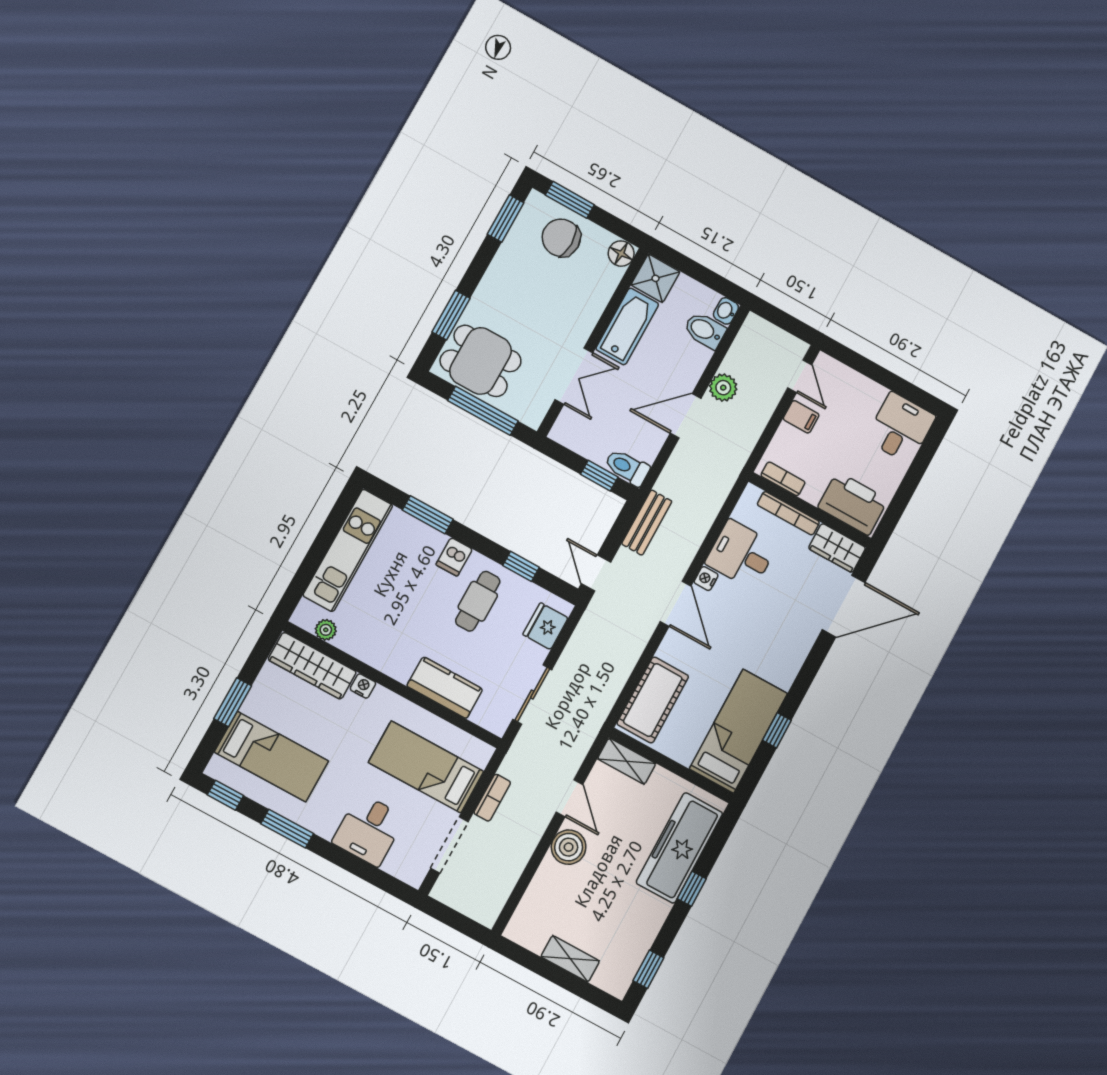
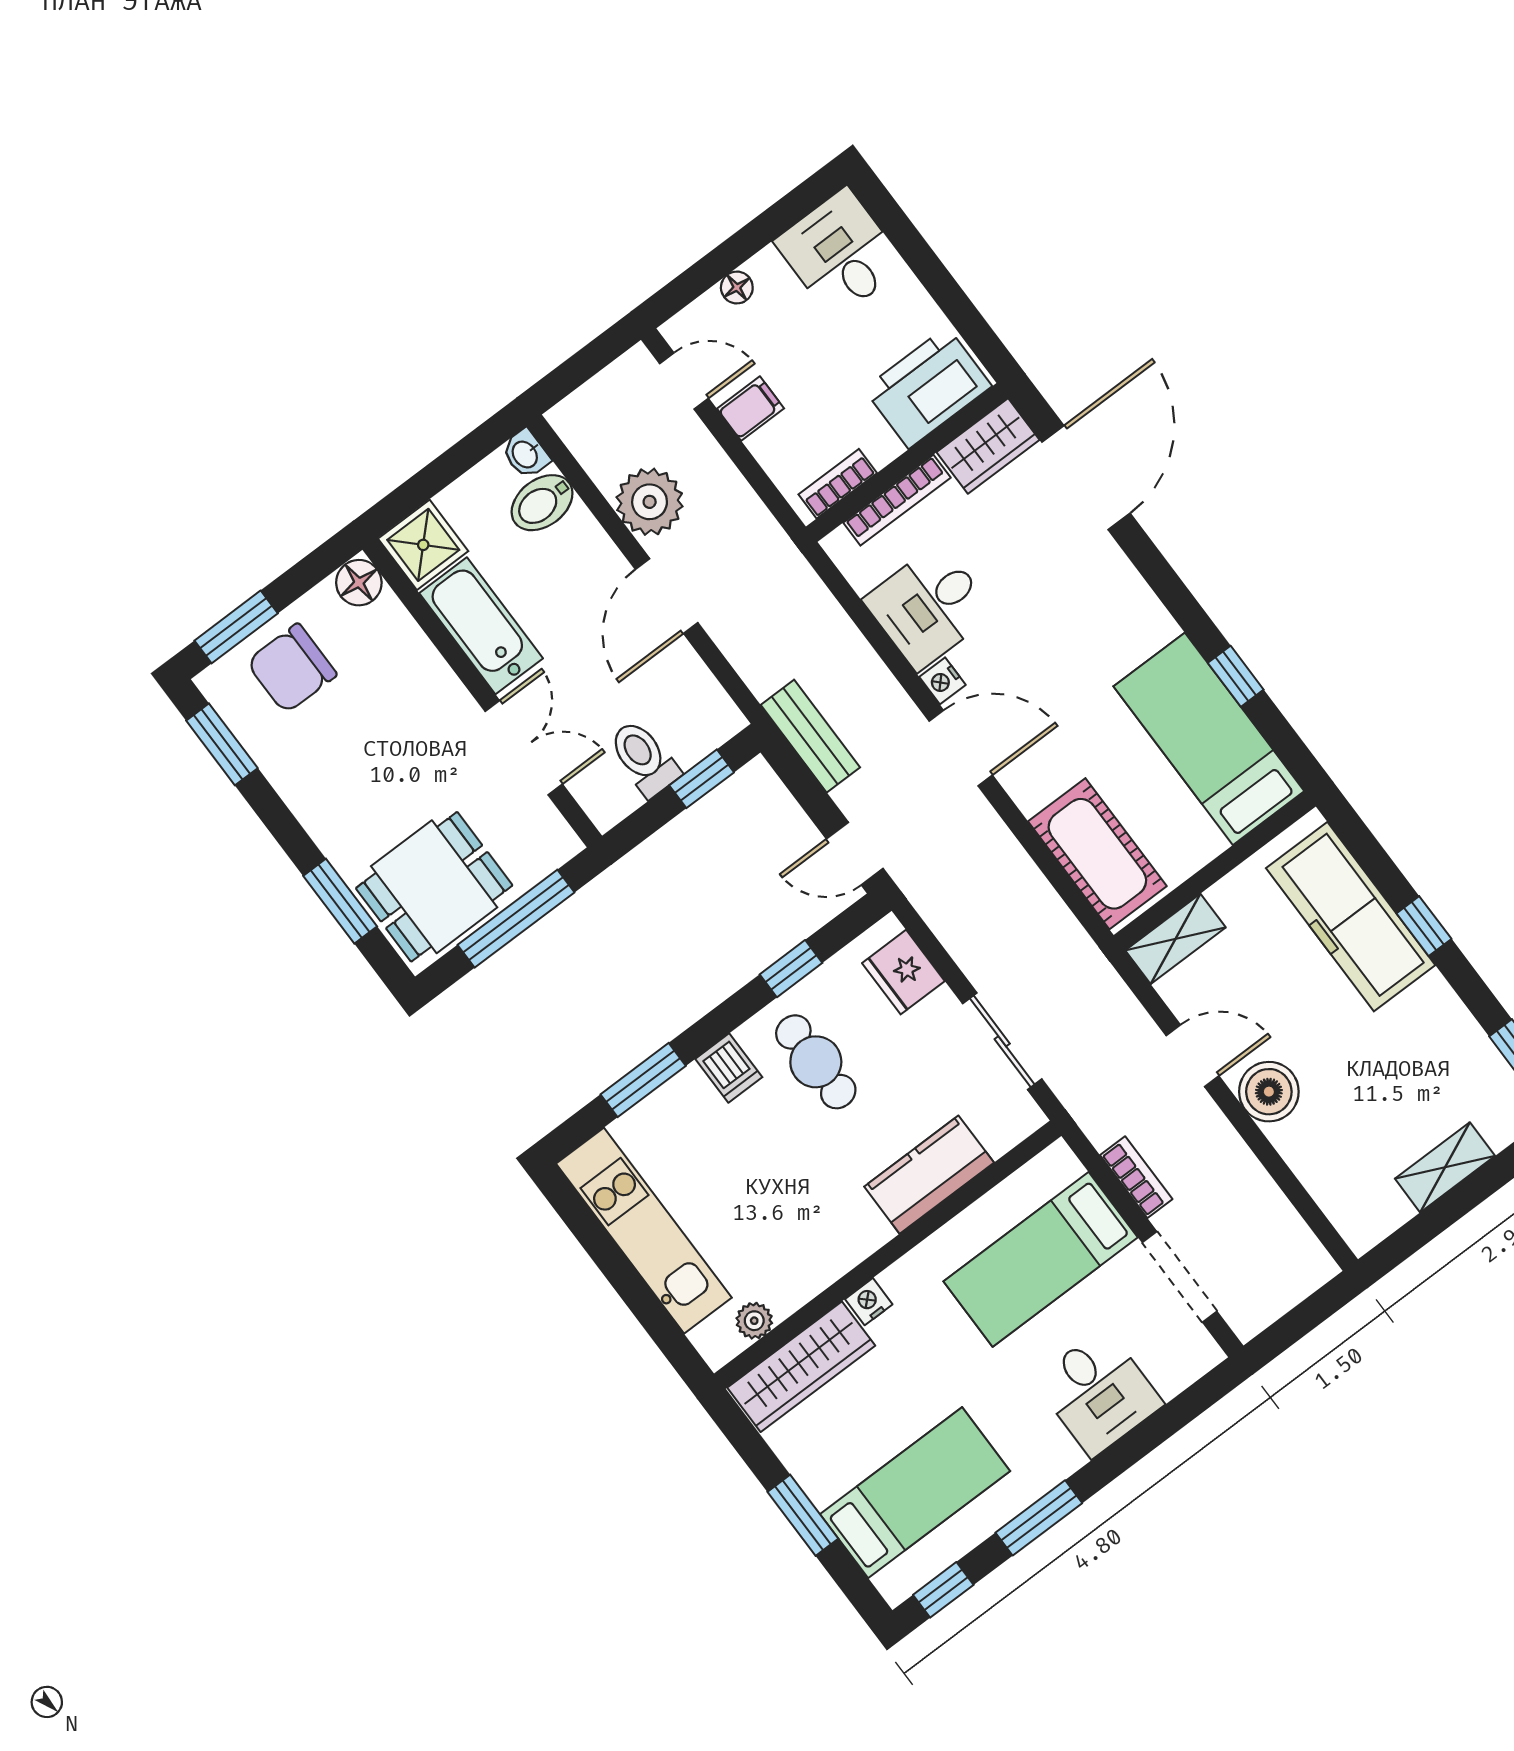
floor lamp: (859, 382) -> (737, 287), added
plant: (723, 388) -> (650, 502), width x1.36, depth x1.36
toilet: (627, 467) -> (644, 758), moved, turned 90

